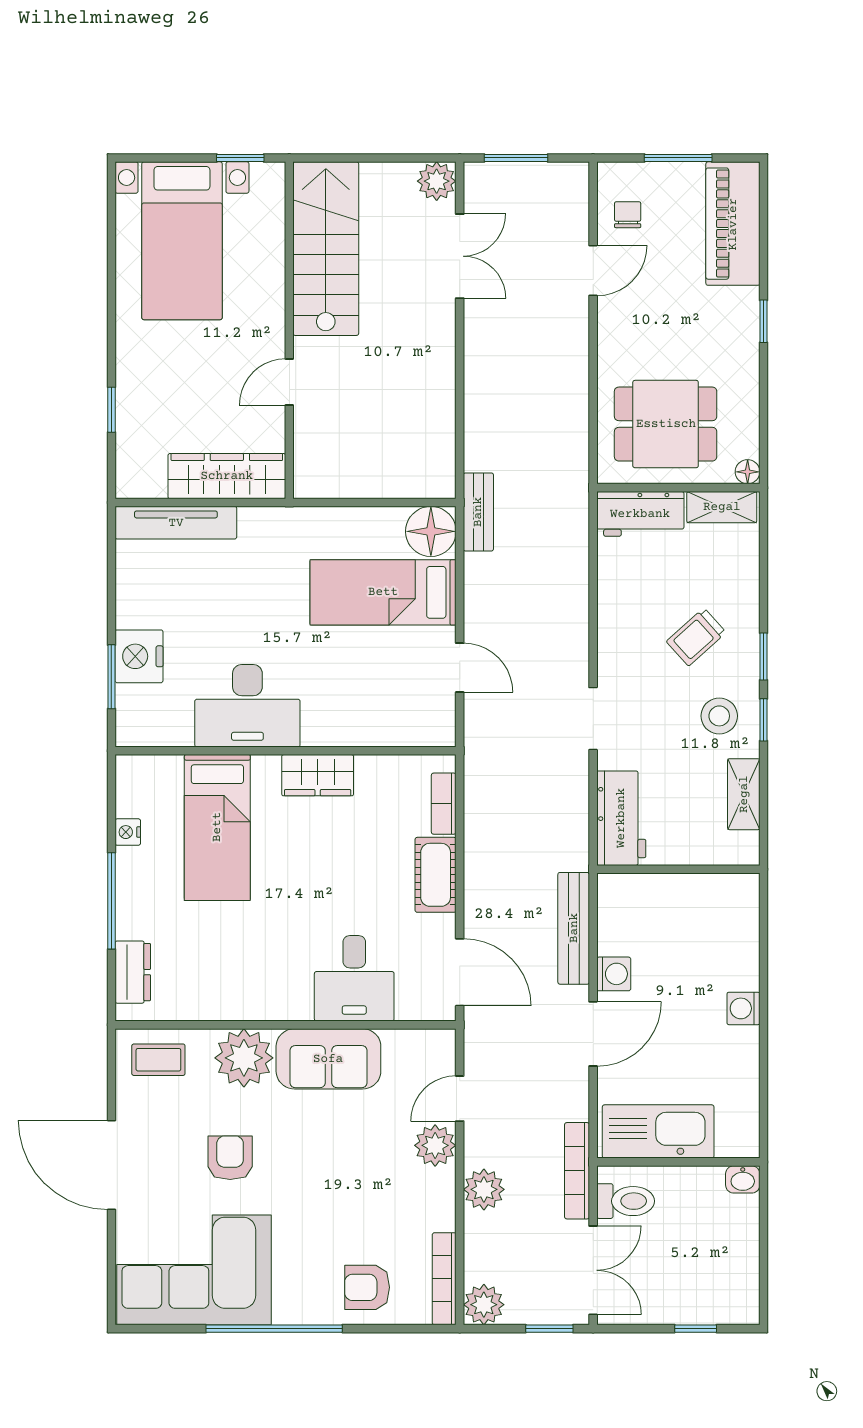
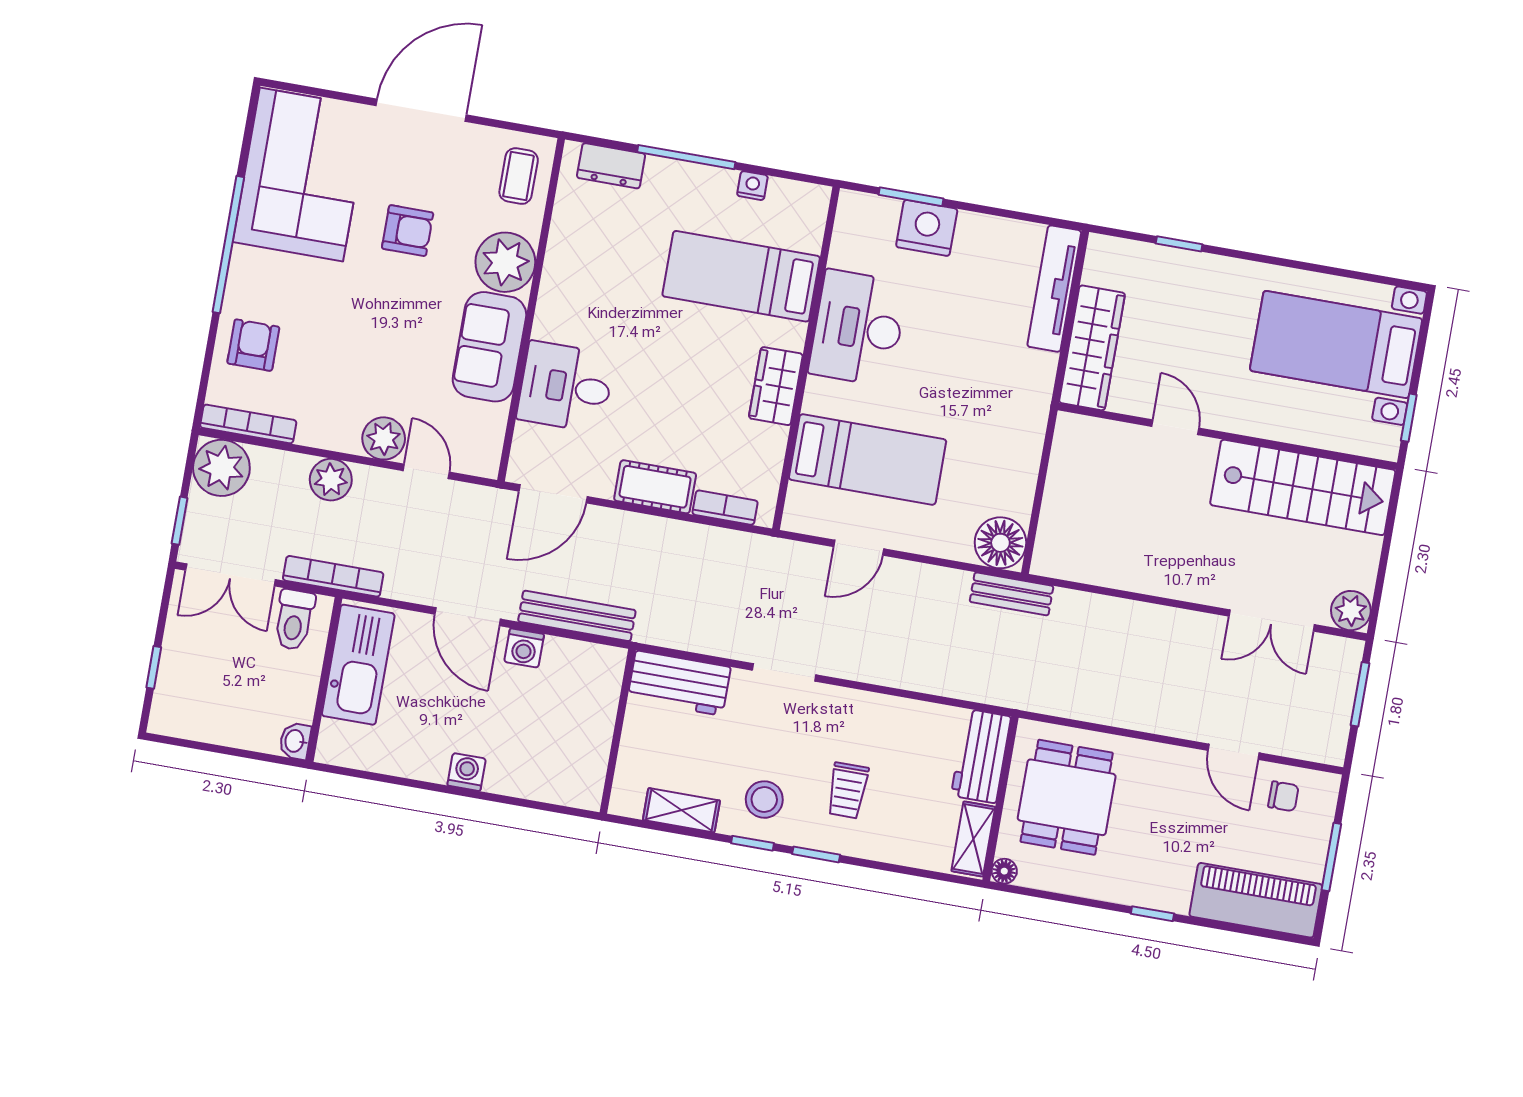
bed: (383, 592) -> (868, 460), moved, turned 90
trolley: (696, 637) -> (848, 790), turned -138
plant: (484, 1305) -> (221, 468), width x1.36, depth x1.36

